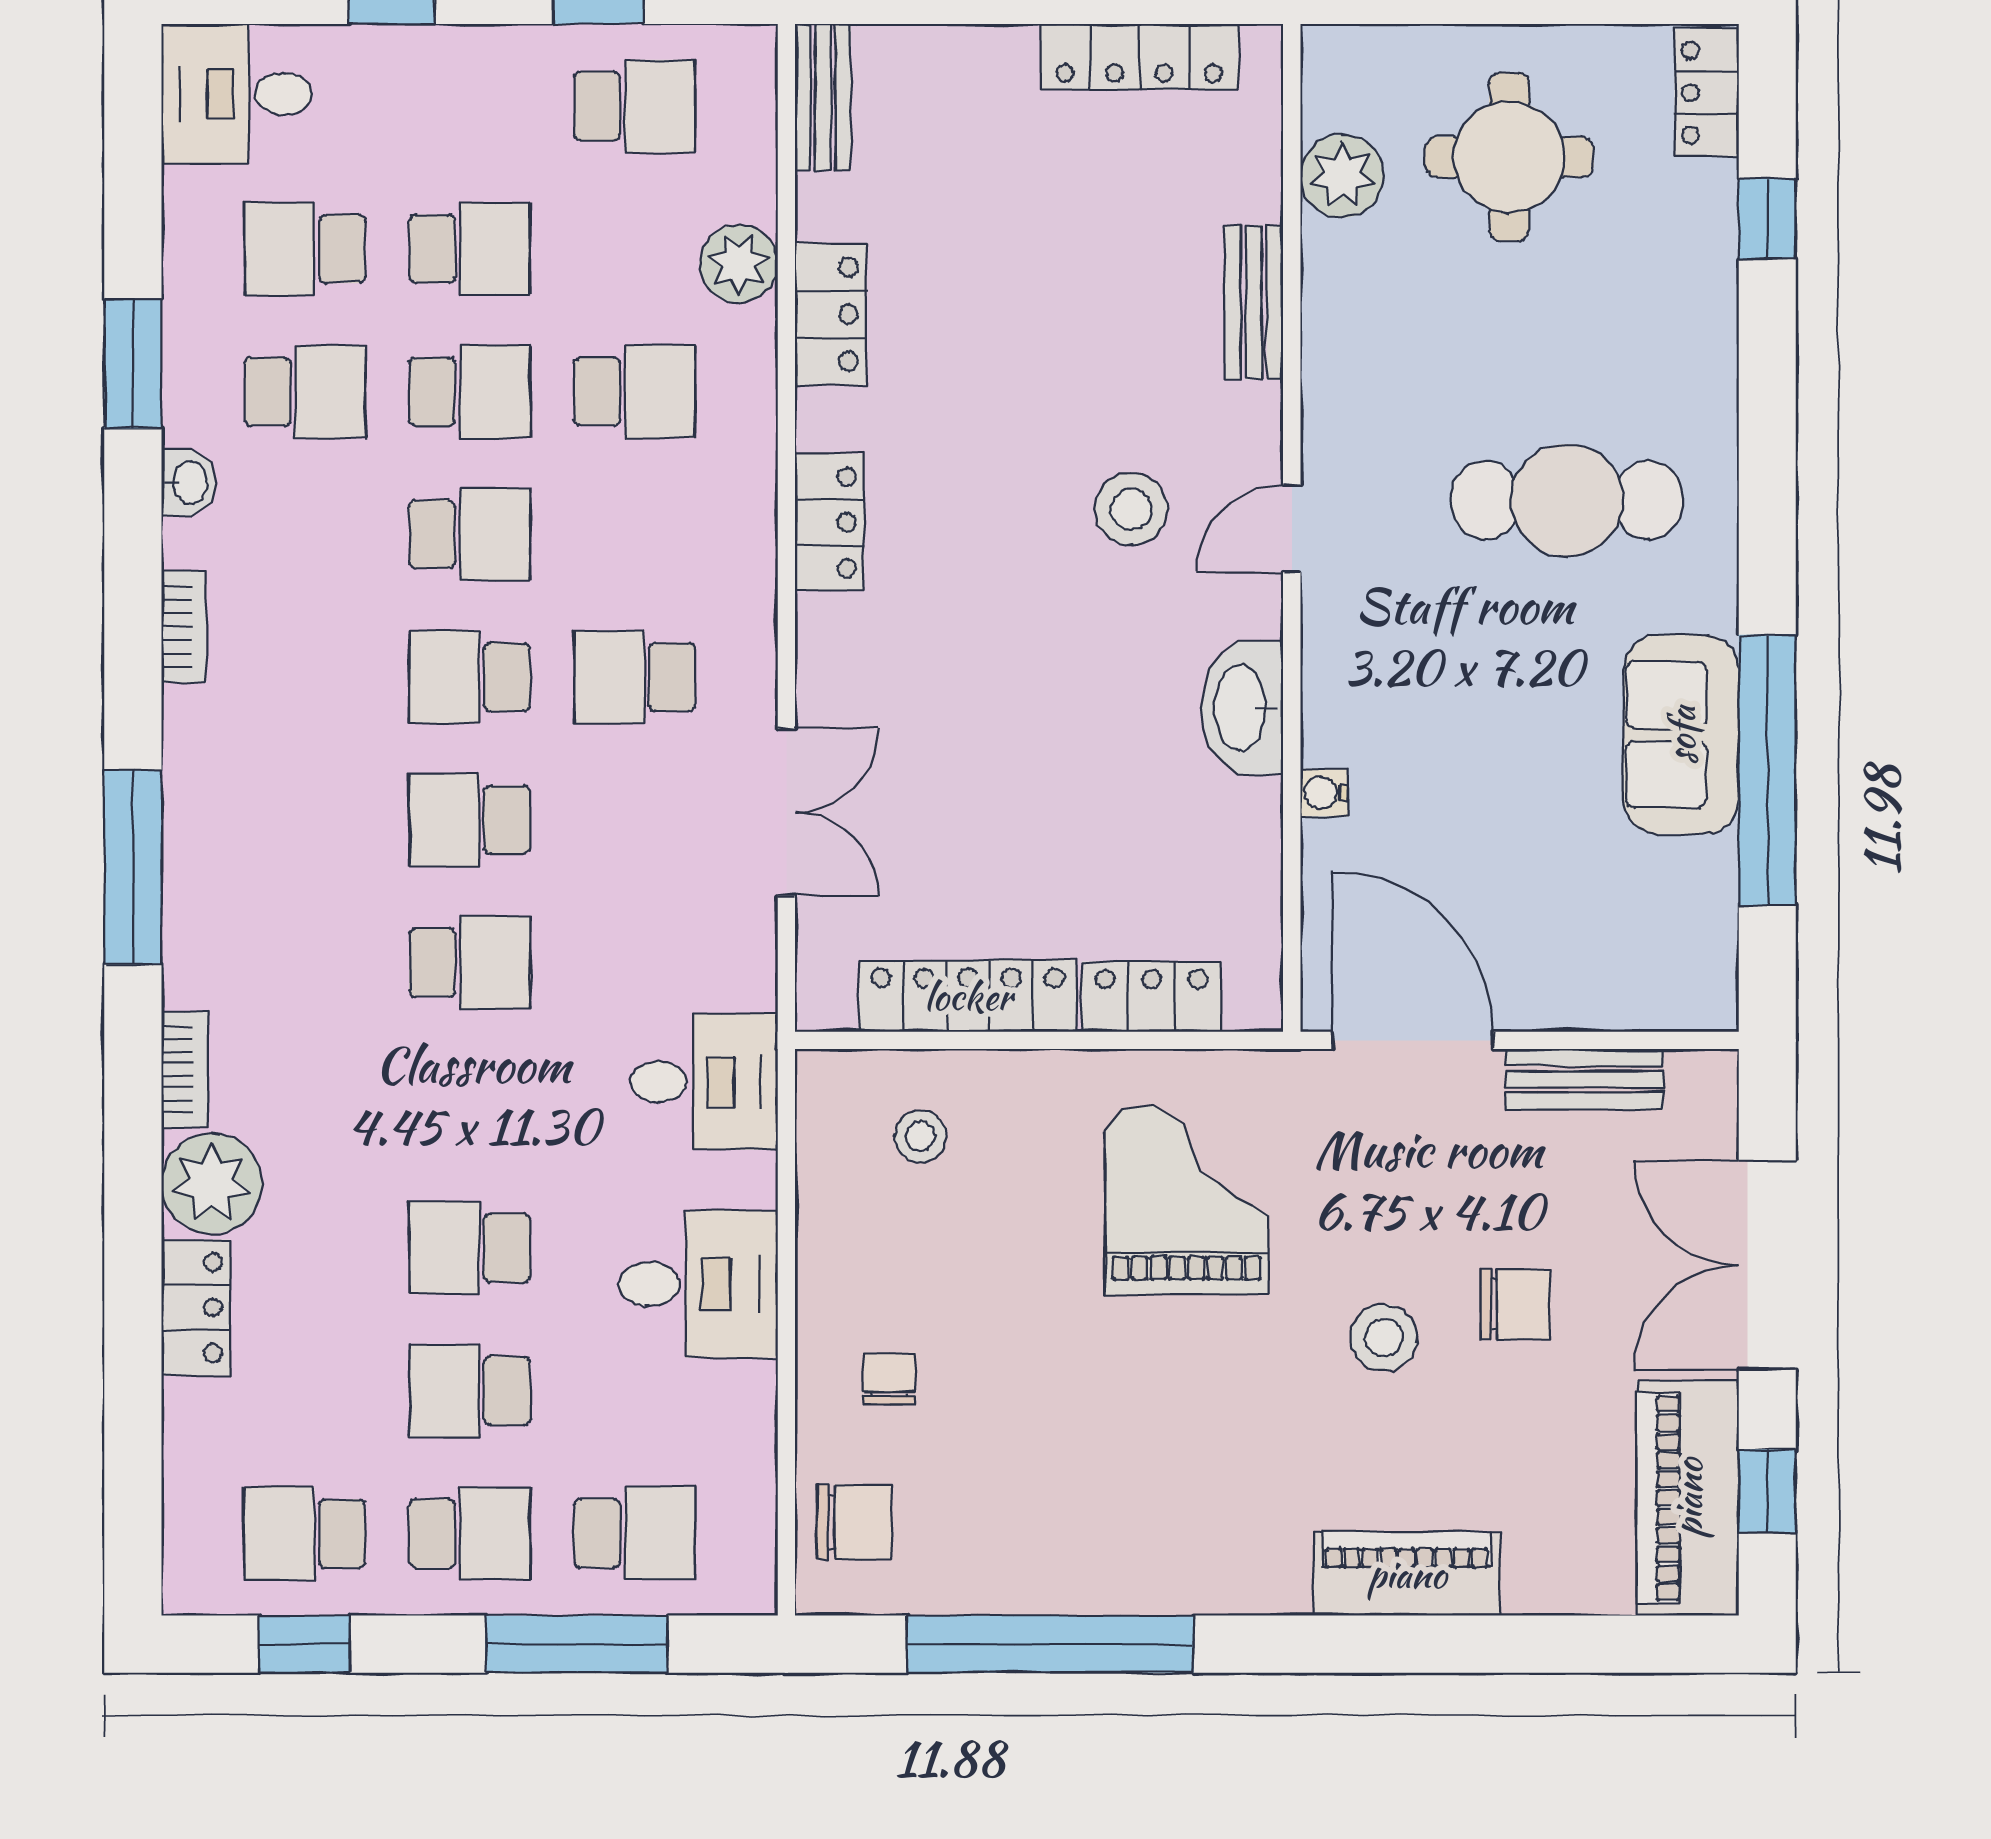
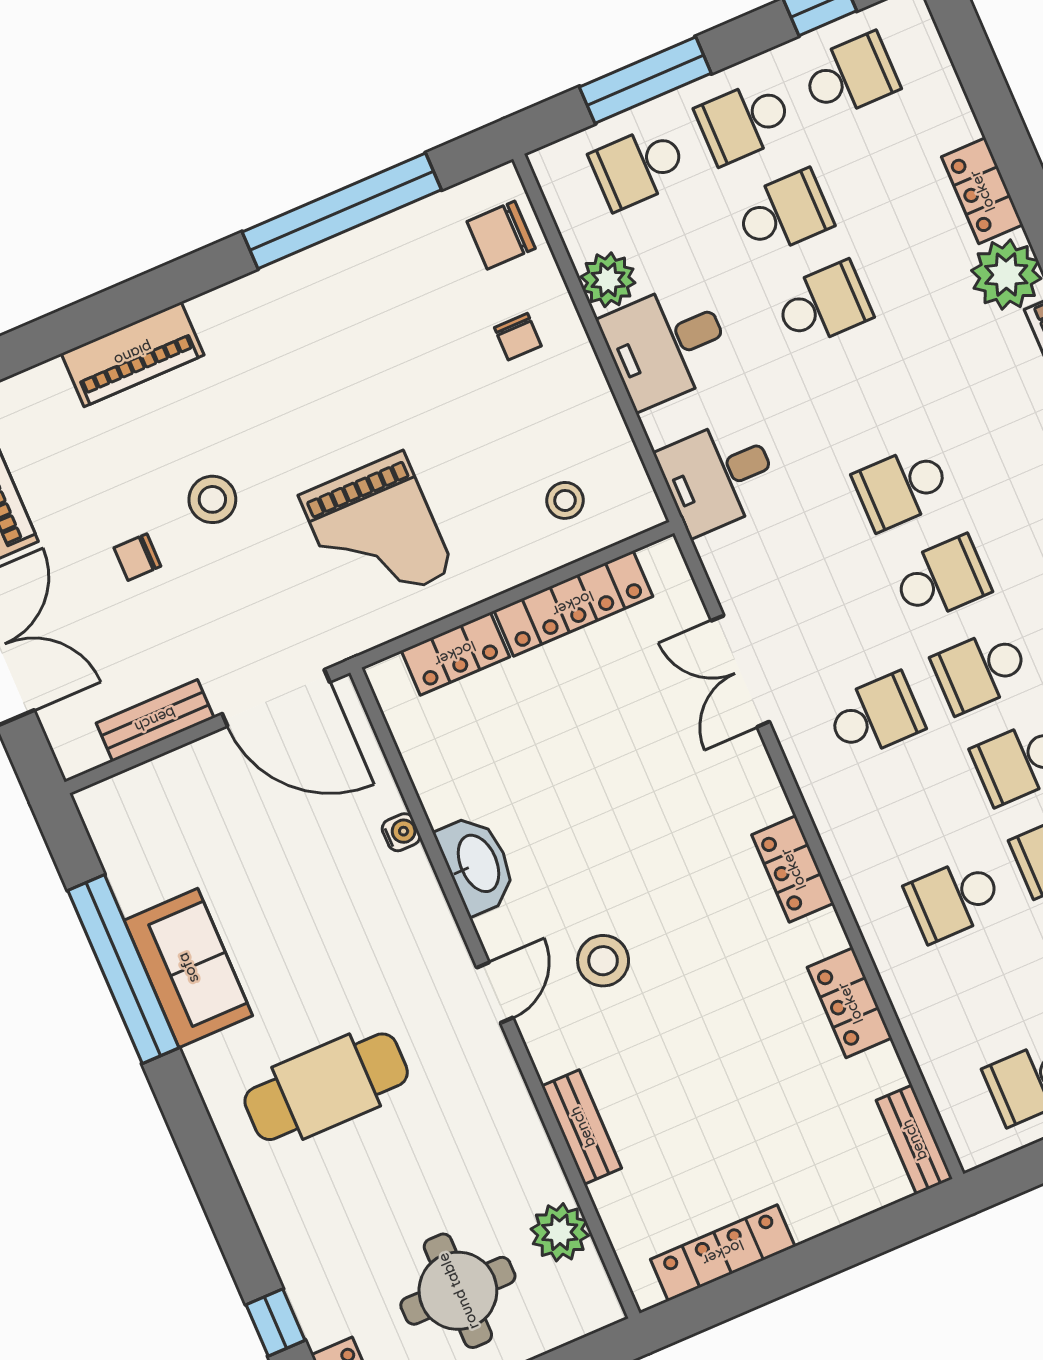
plant: (739, 264) -> (608, 280), moved
school desk: (470, 677) -> (981, 670), turned 180
chair: (1515, 1304) -> (137, 557), width x0.73, depth x0.73

